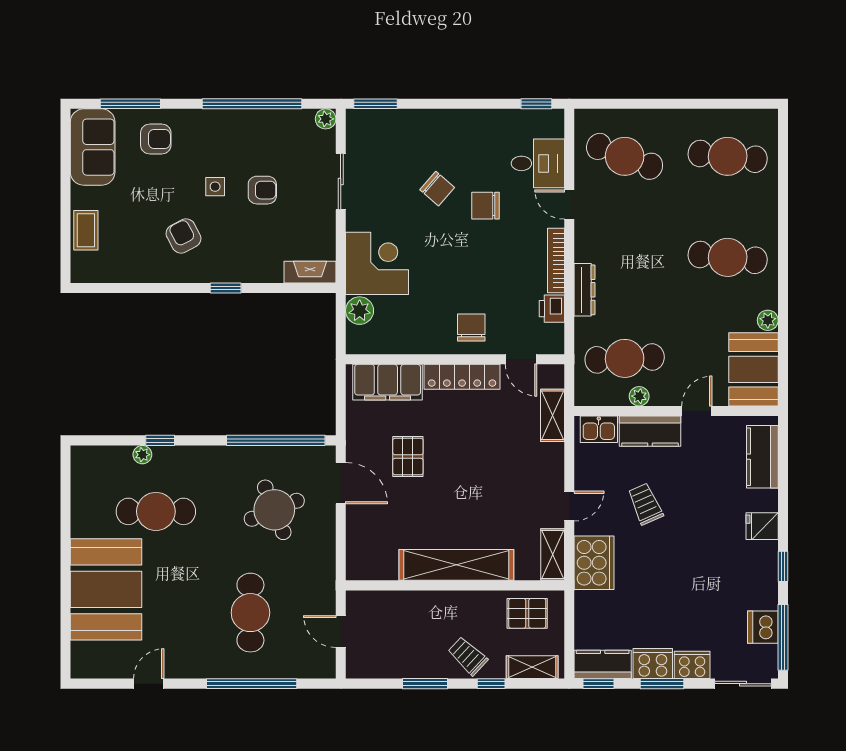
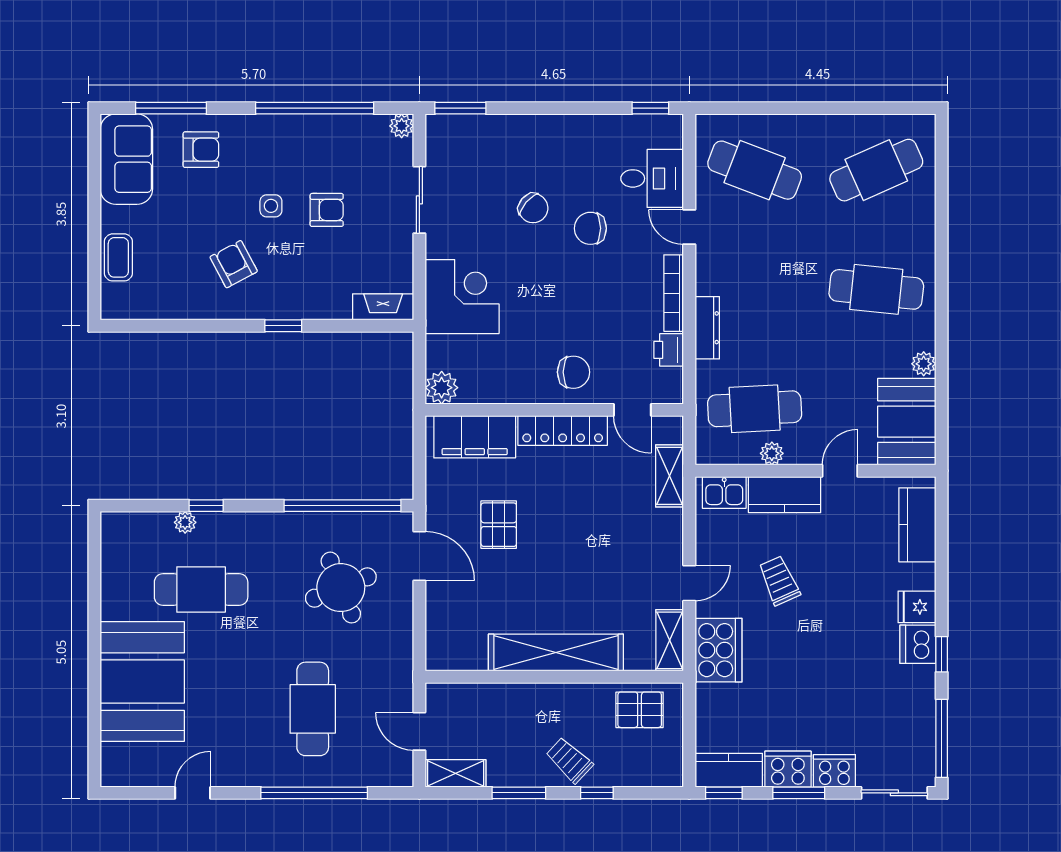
cafe table: (728, 156) -> (876, 170), turned -30
plant: (360, 311) -> (442, 388), moved
chair: (471, 327) -> (573, 372), turned 90
dishwasher: (763, 627) -> (918, 644), moved
shelving: (532, 667) -> (456, 773), moved

